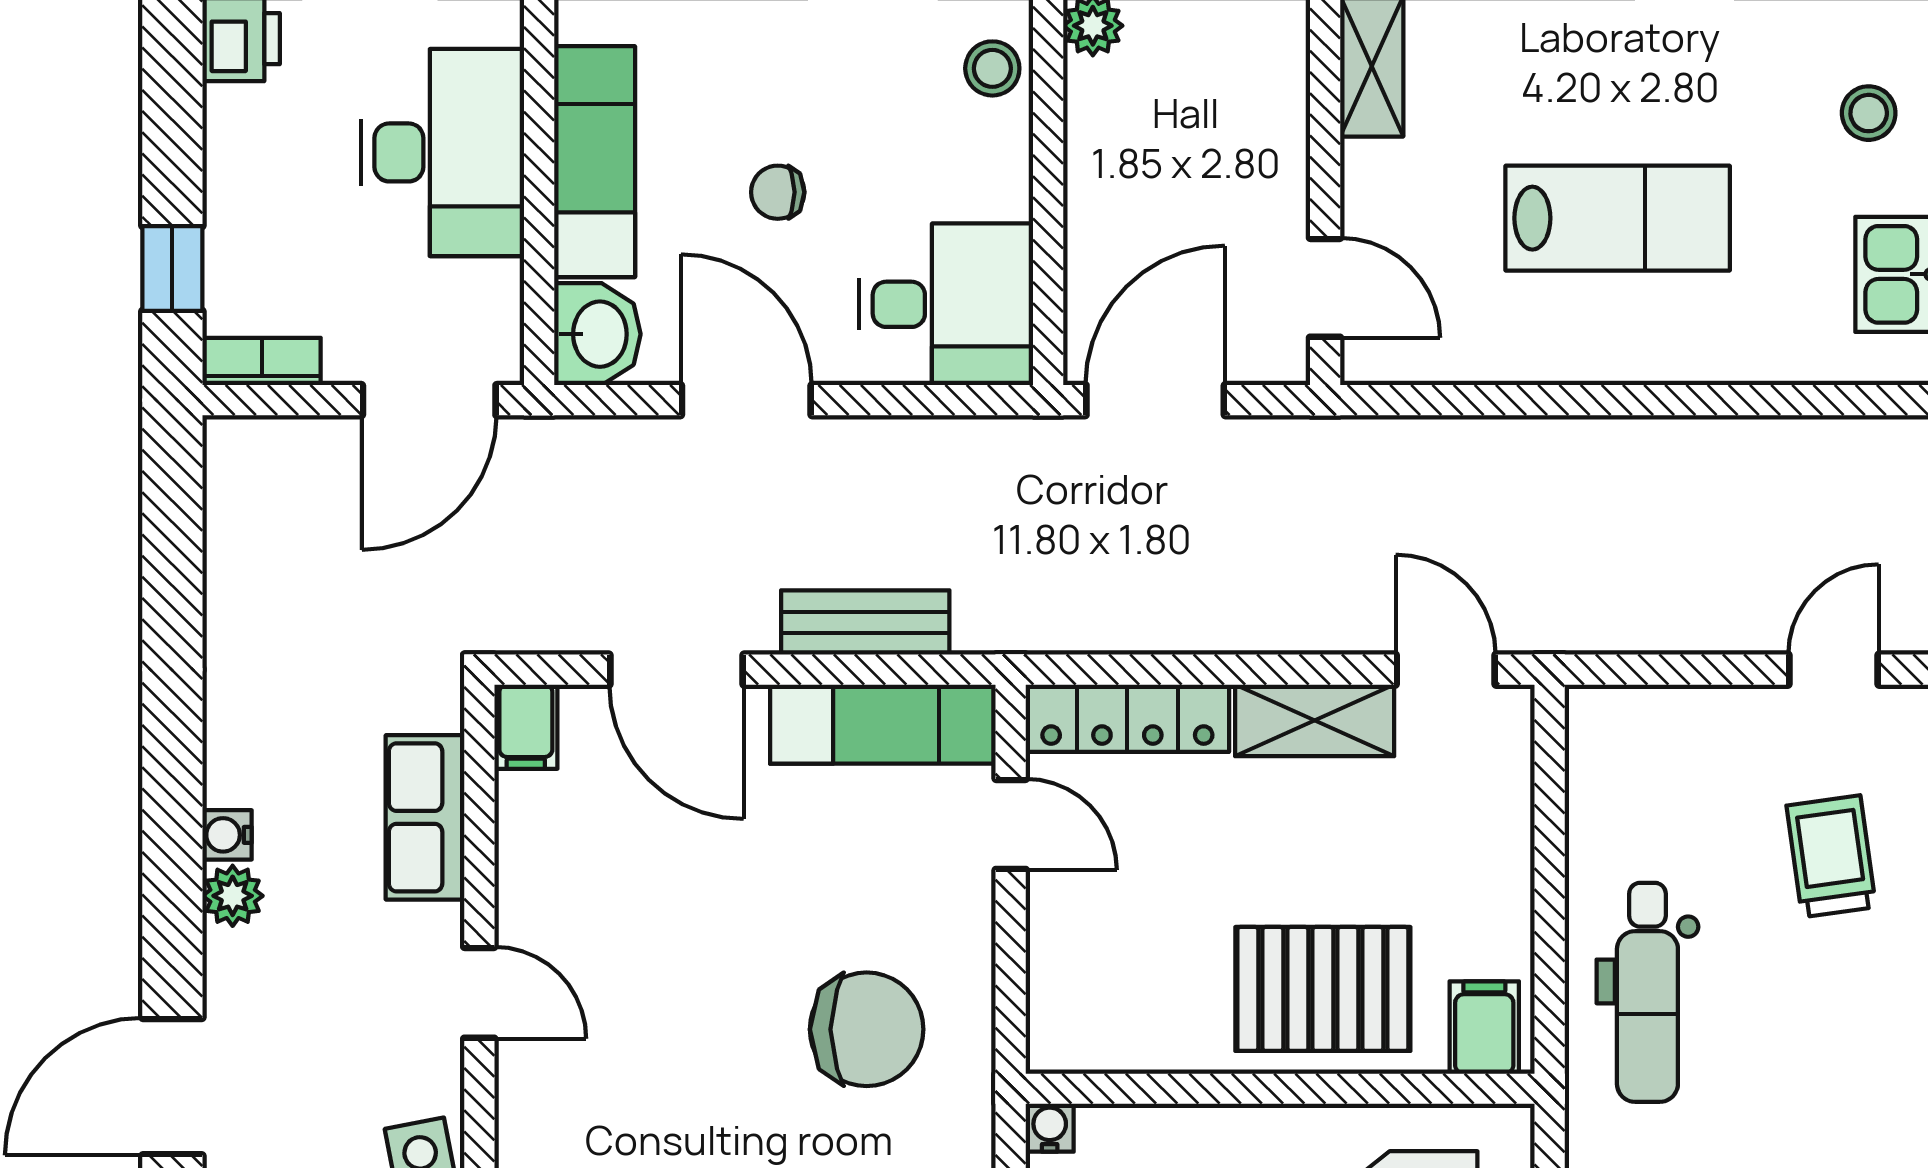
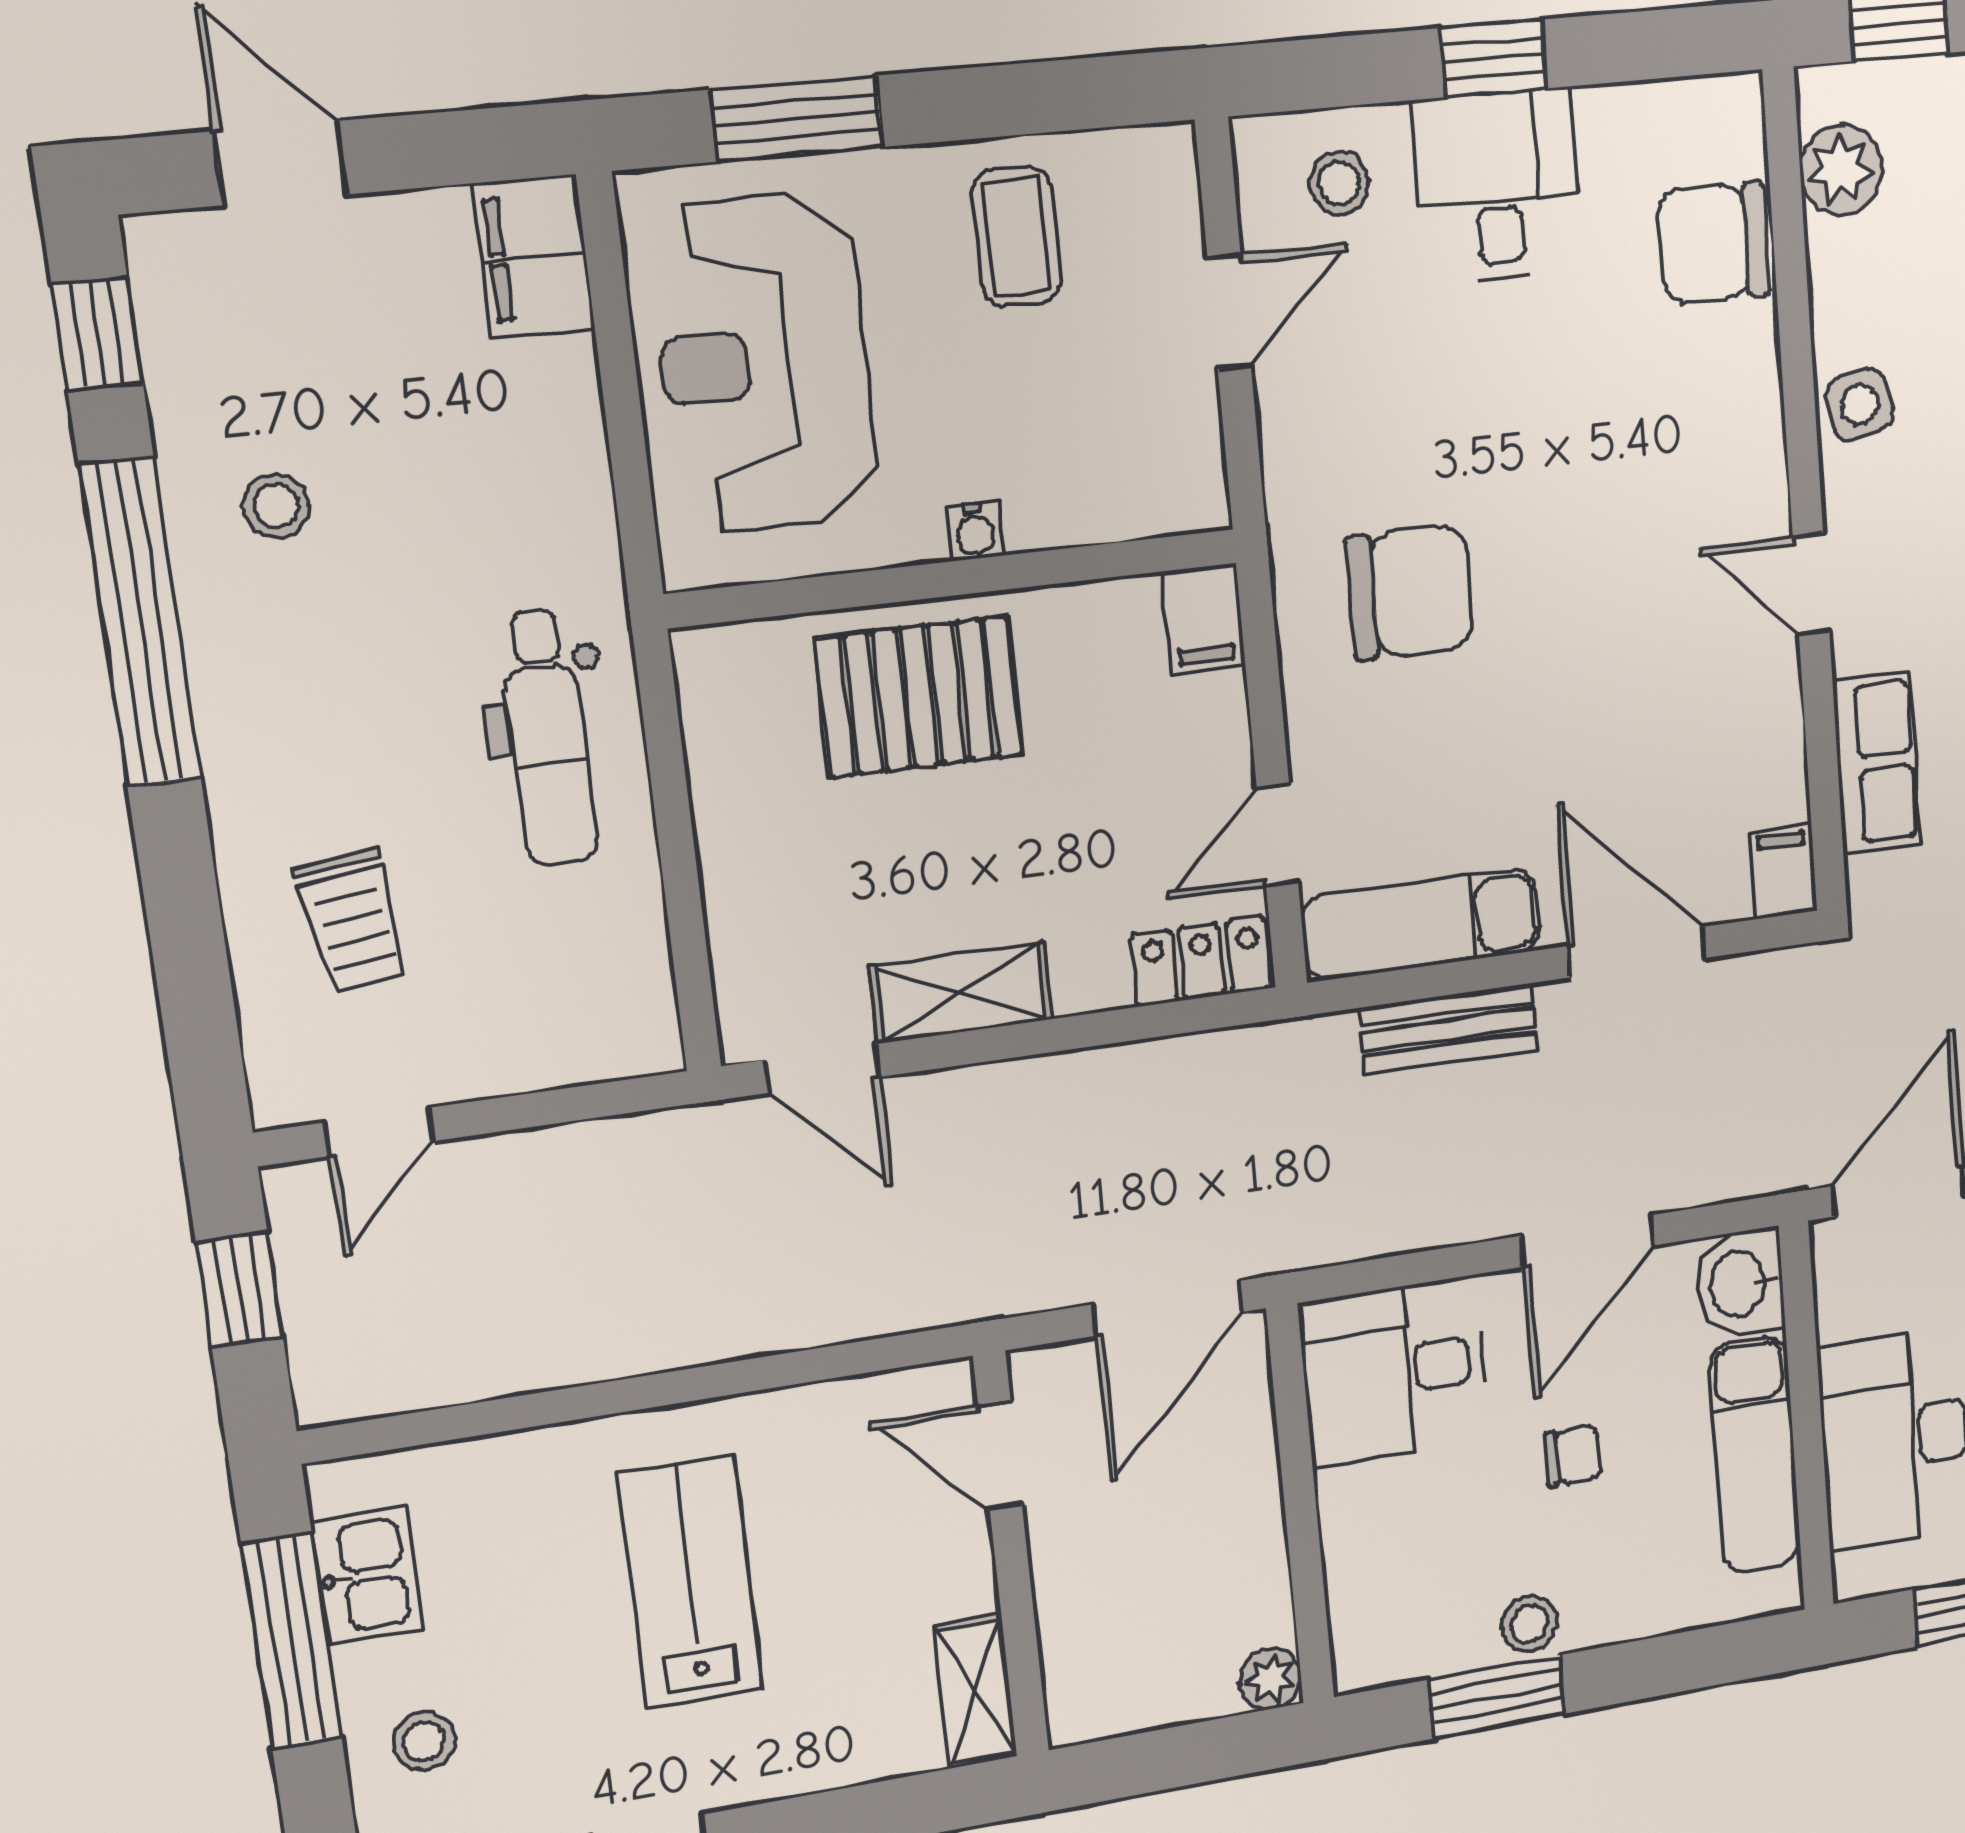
stool: (992, 68) -> (1530, 1624), moved
lab bench: (1618, 218) -> (691, 1582), turned 90
door: (746, 400) -> (1588, 1241), hinge flipped
locker: (1127, 718) -> (1201, 961), width x0.66
door: (1011, 824) -> (1277, 835), hinge flipped
dental chair: (1647, 992) -> (548, 738), turned 180
filing cabinet: (1484, 1028) -> (1203, 619), moved
chair: (867, 1029) -> (1410, 592), turned 180
water cooler: (1050, 1128) -> (975, 531), moved

